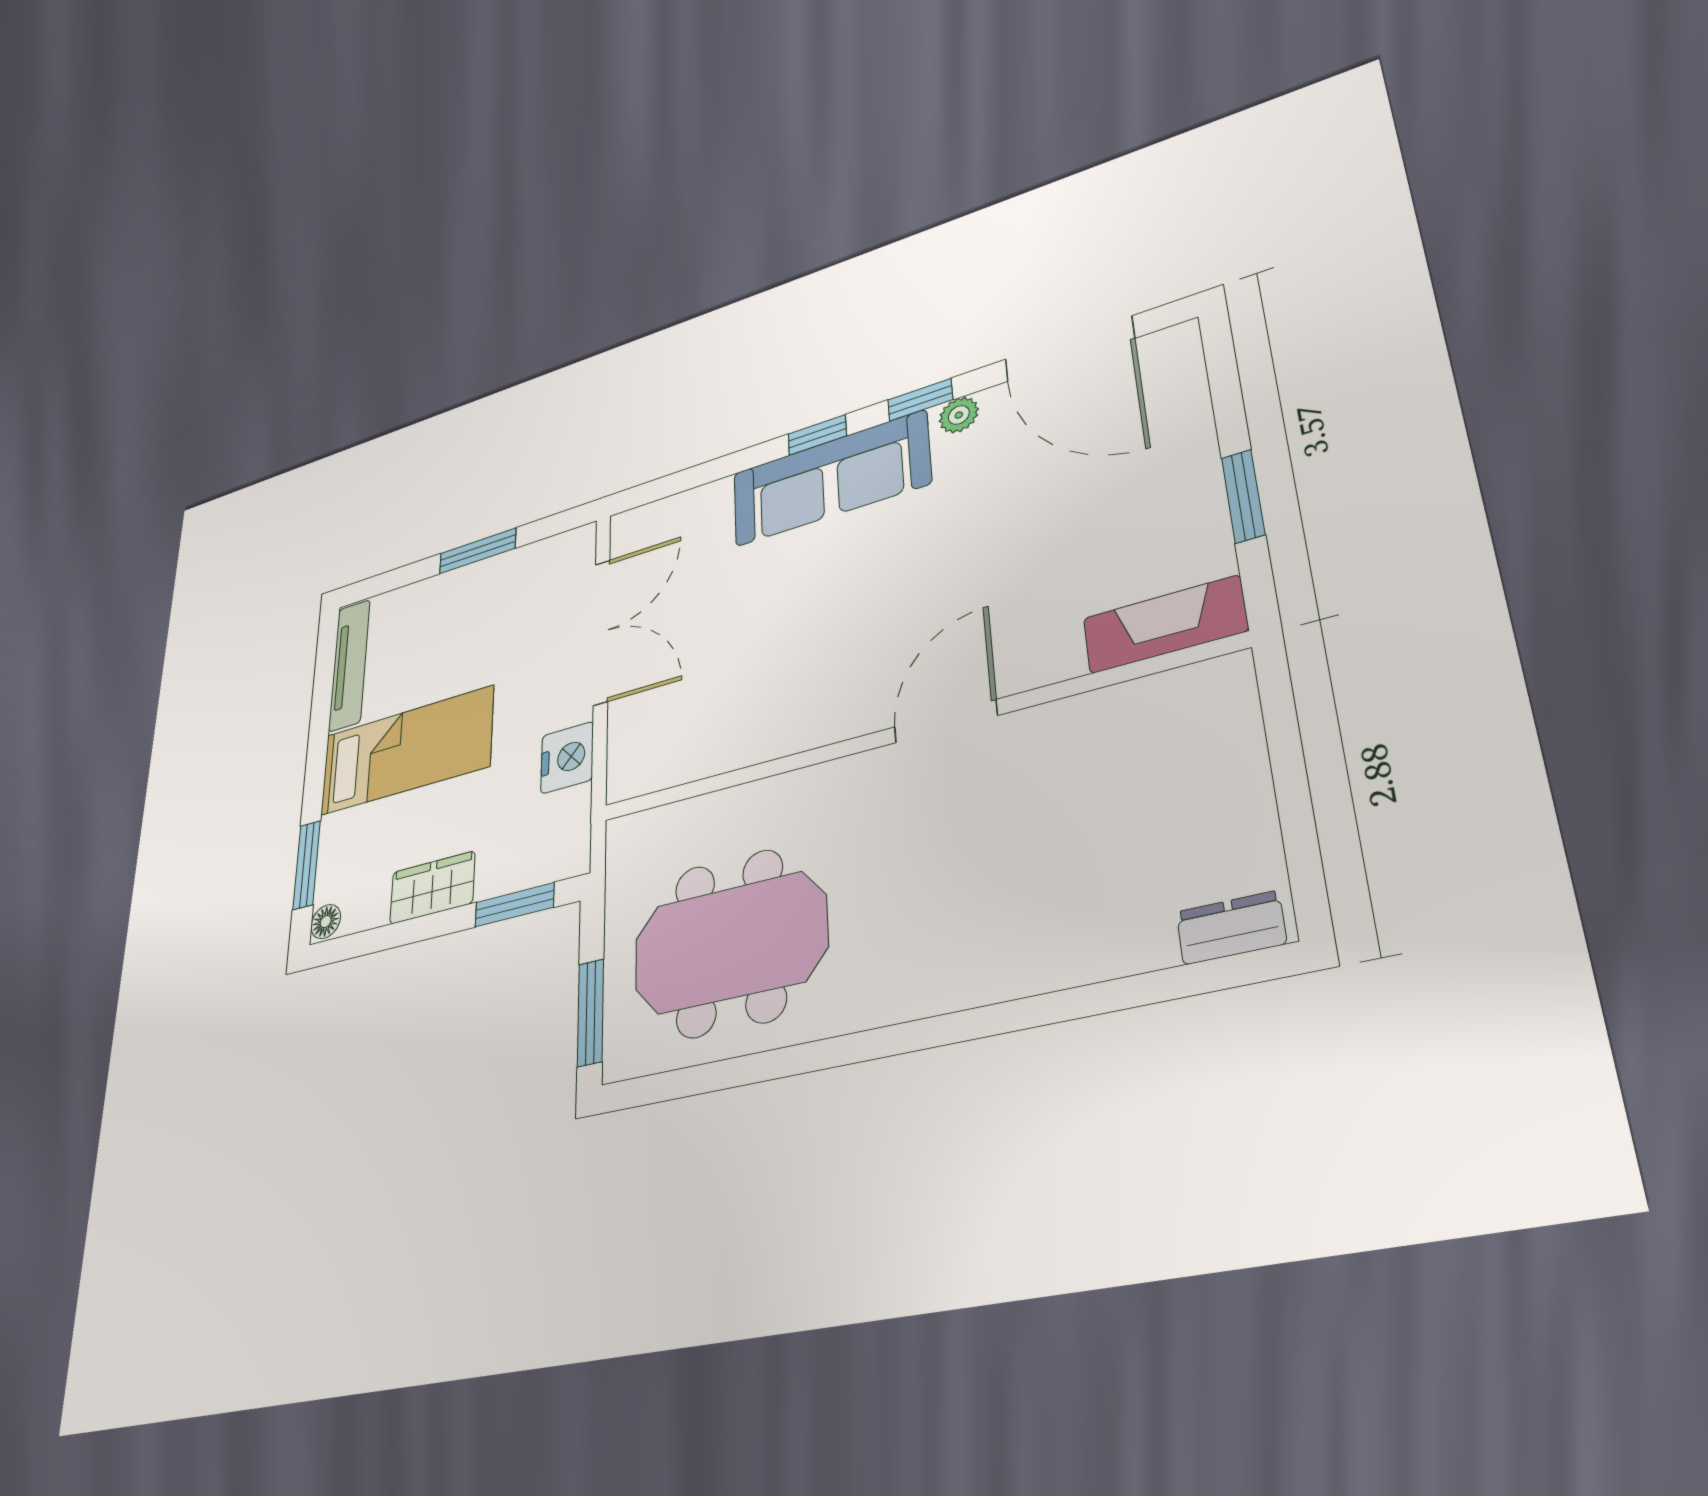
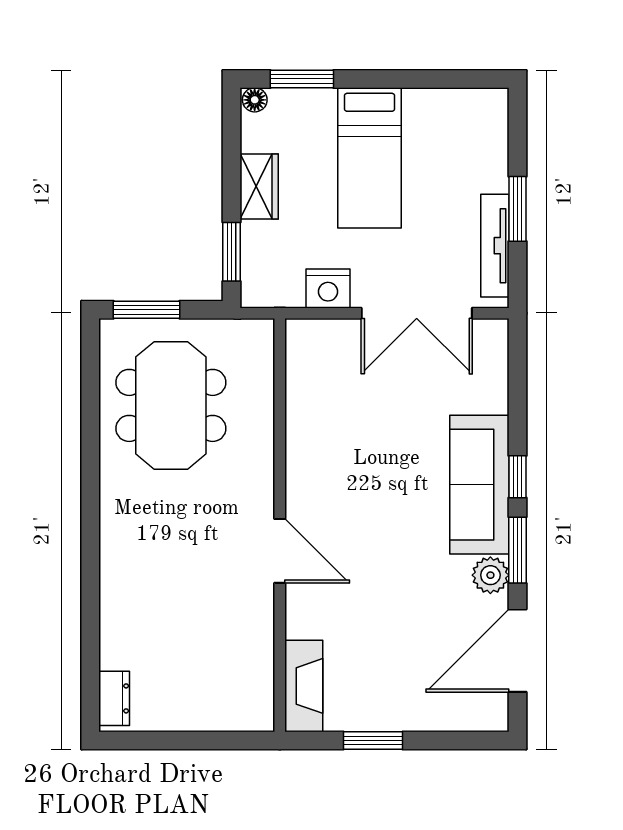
window: (920, 400) -> (517, 550), width x1.50
plant: (959, 415) -> (490, 575), width x1.38, depth x1.38
tv unit: (349, 665) -> (495, 246), moved, turned 90

